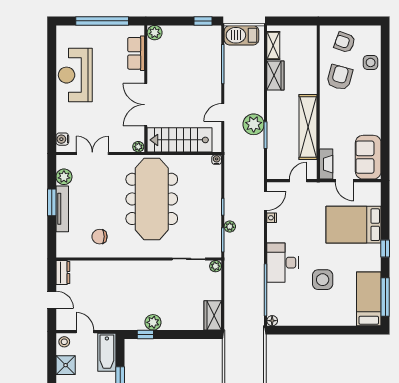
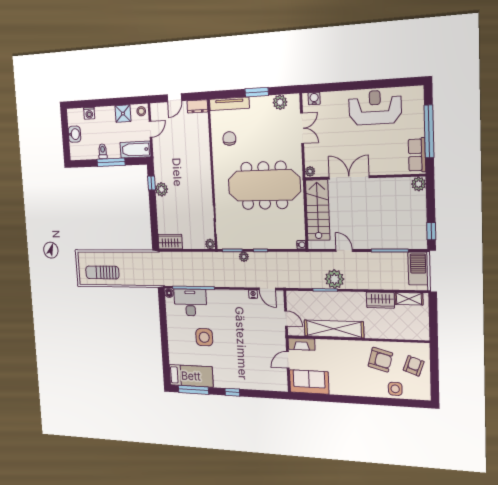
row of seats: (136, 53) -> (417, 155), moved, turned -90
tv unit: (62, 209) -> (229, 104), moved
bed: (354, 225) -> (251, 366), removed
desk: (283, 263) -> (190, 302), moved

